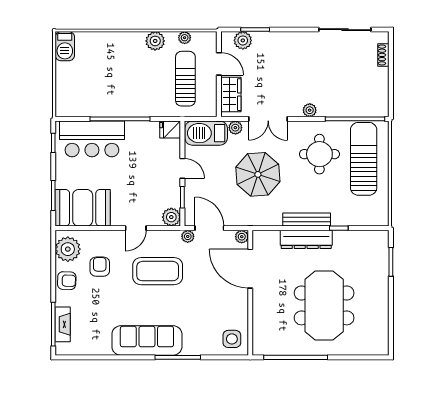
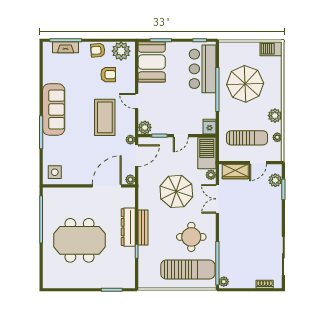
parasol: (112, 81) -> (245, 84), added
plant: (310, 110) -> (224, 282), moved
armchair: (67, 281) -> (98, 50), turned 84

